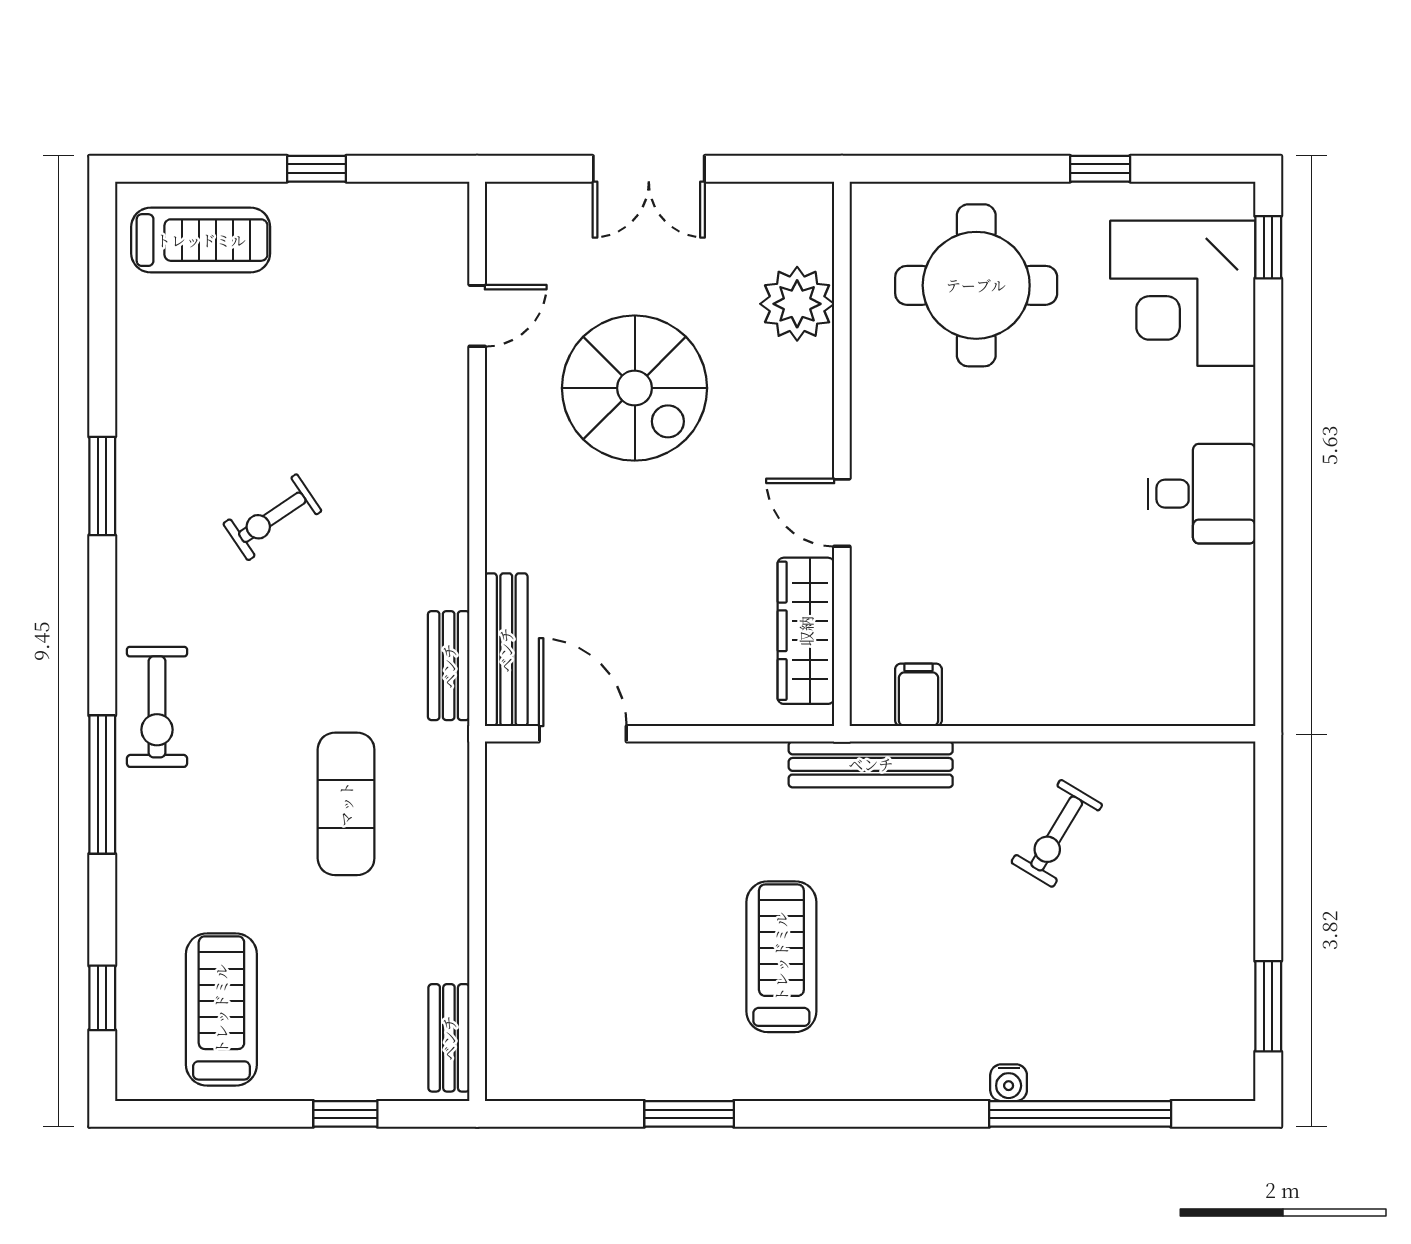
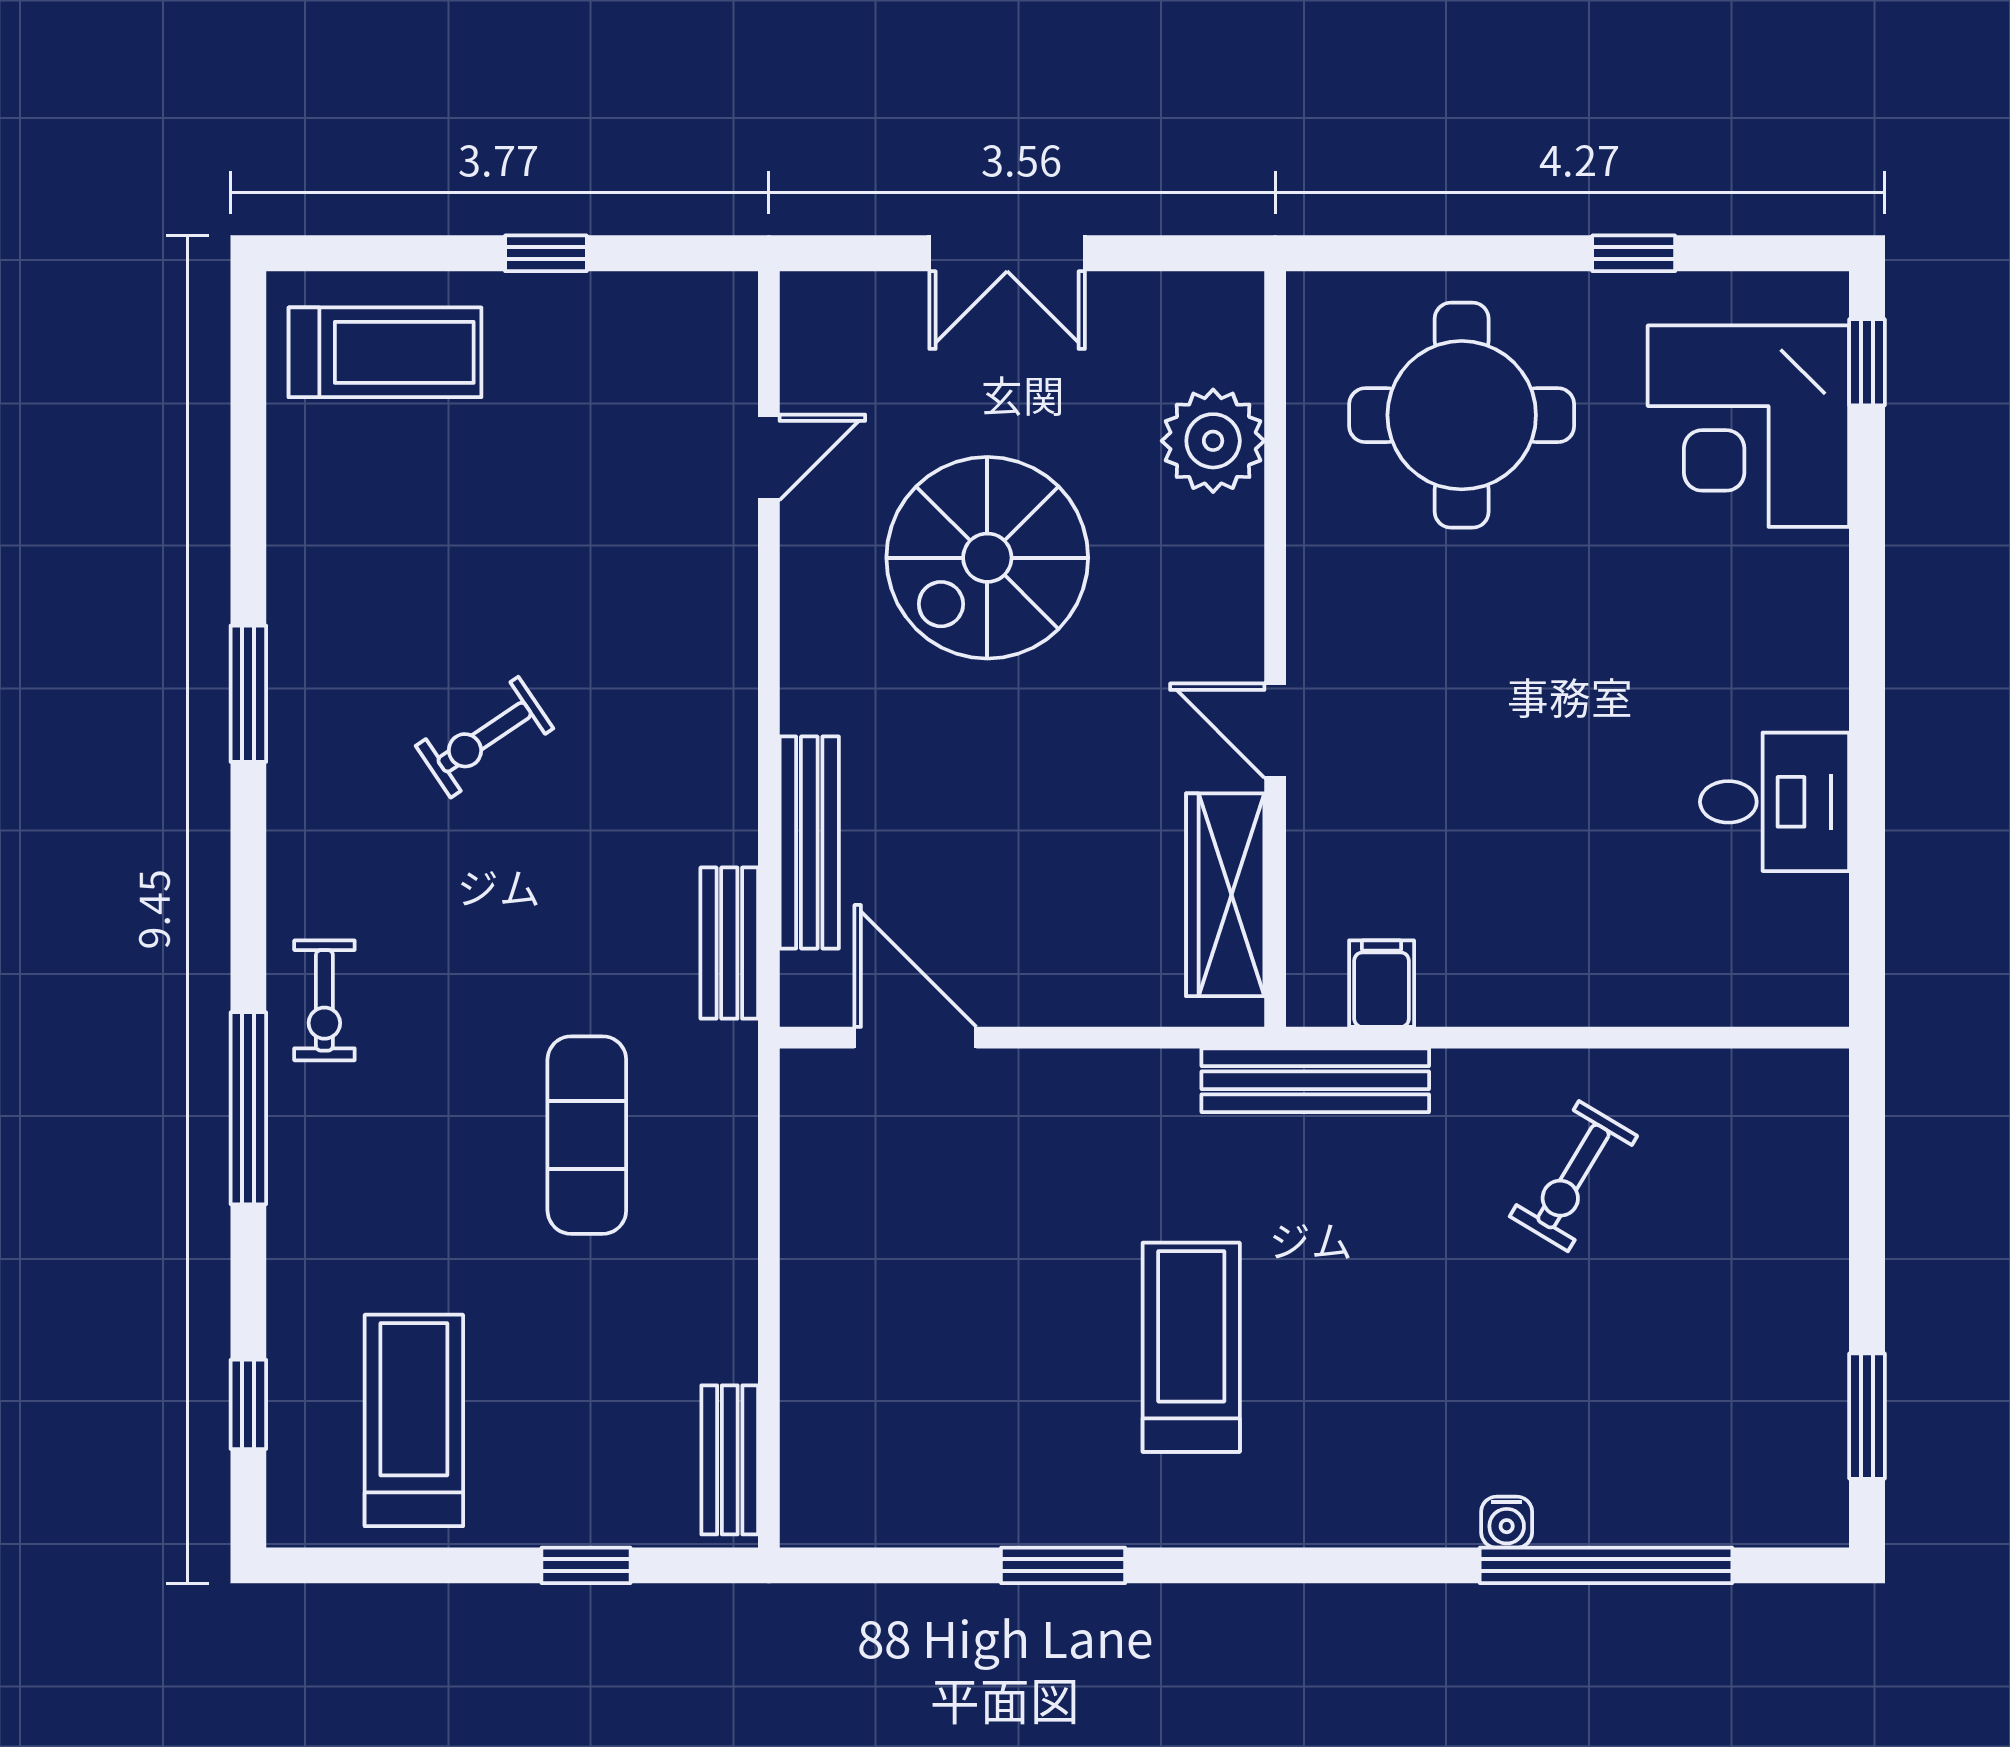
spiral stairs: (635, 388) -> (987, 558), turned 90
desk: (1202, 494) -> (1775, 802), moved
bench: (506, 650) -> (809, 843), moved
exercise bike: (157, 707) -> (324, 1000), width x0.73, depth x0.72

